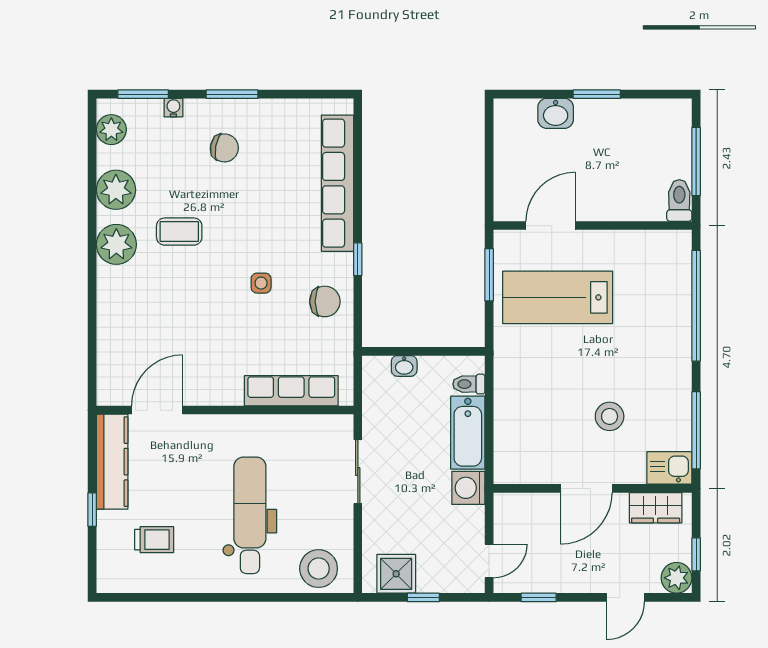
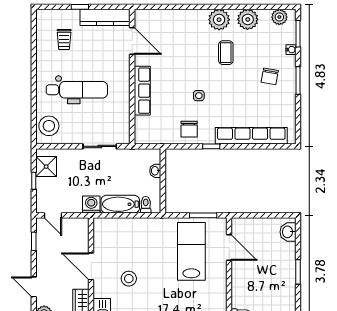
washbasin: (556, 113) -> (288, 232), moved
row of seats: (291, 391) -> (142, 91), moved

